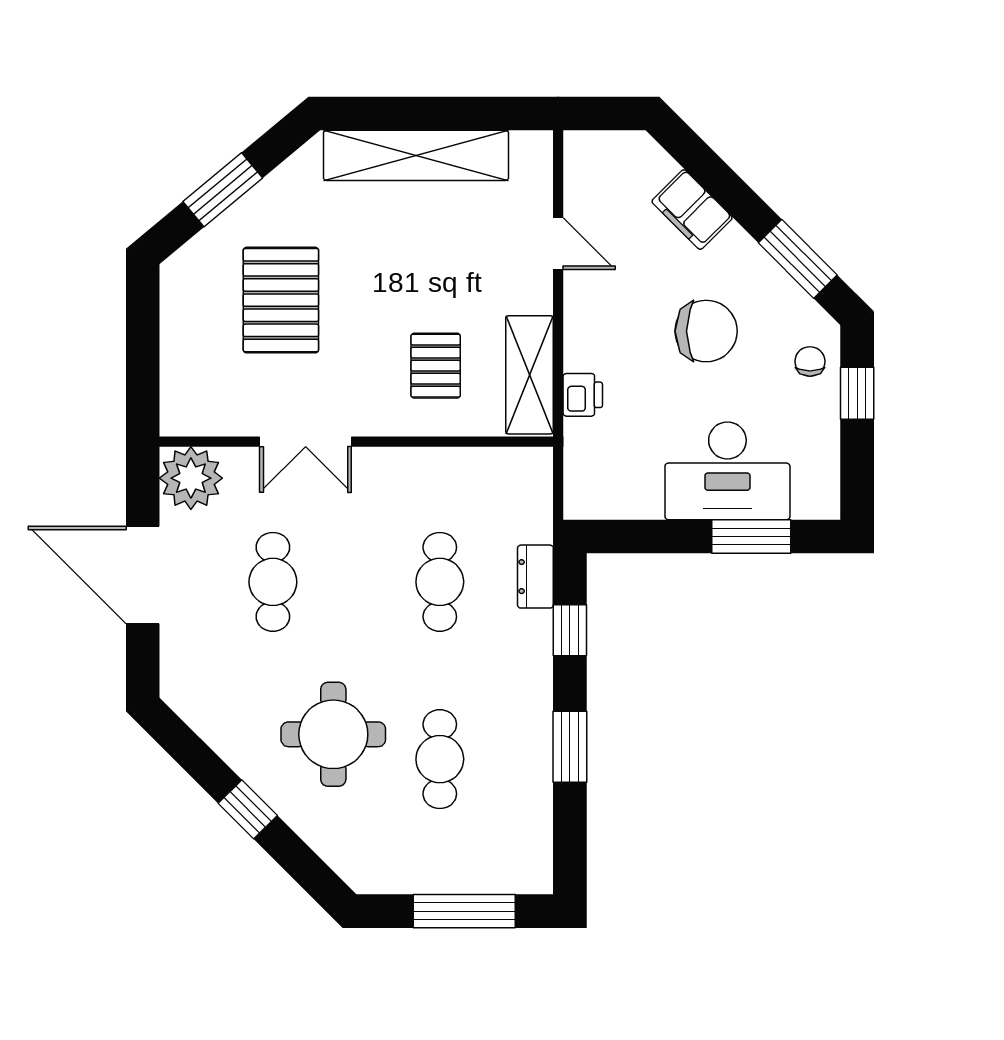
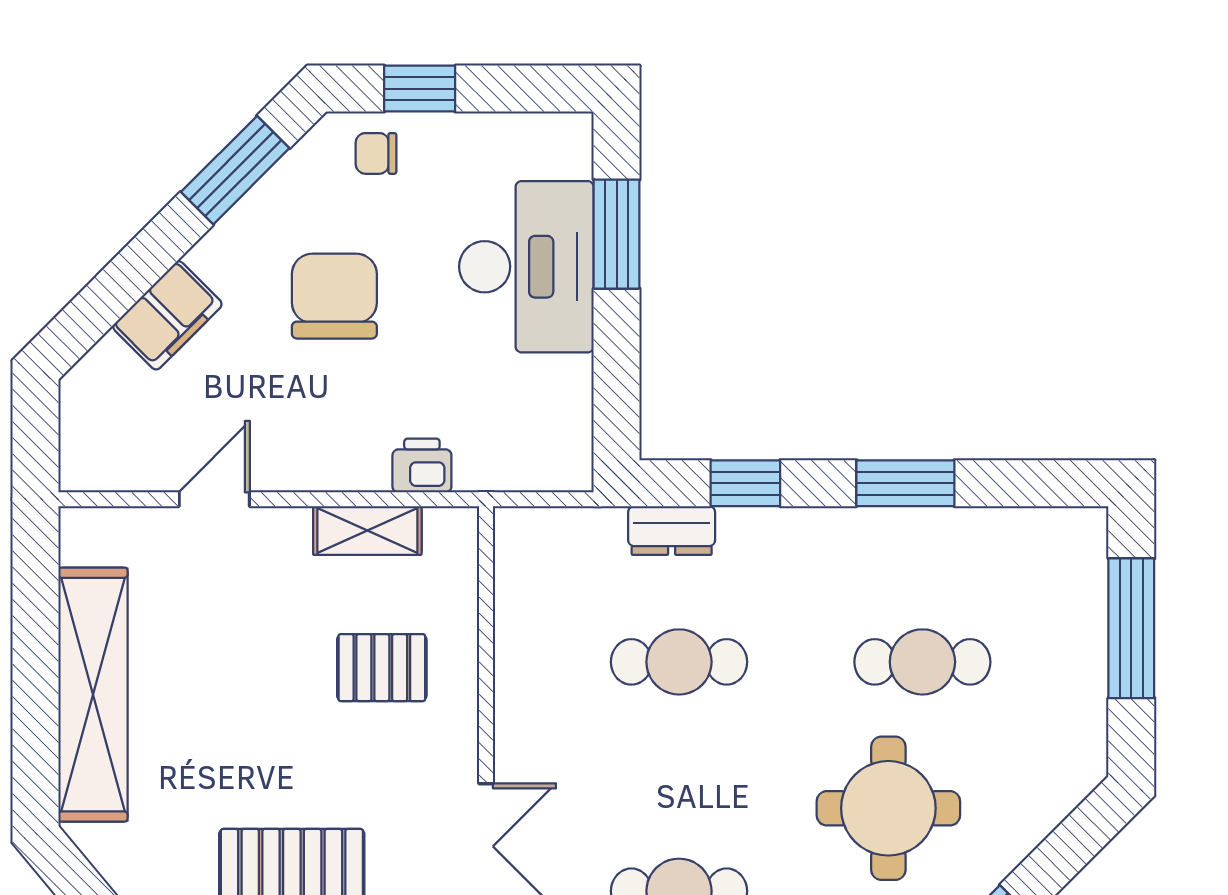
shelving: (530, 375) -> (367, 530), width x0.67, depth x0.75

